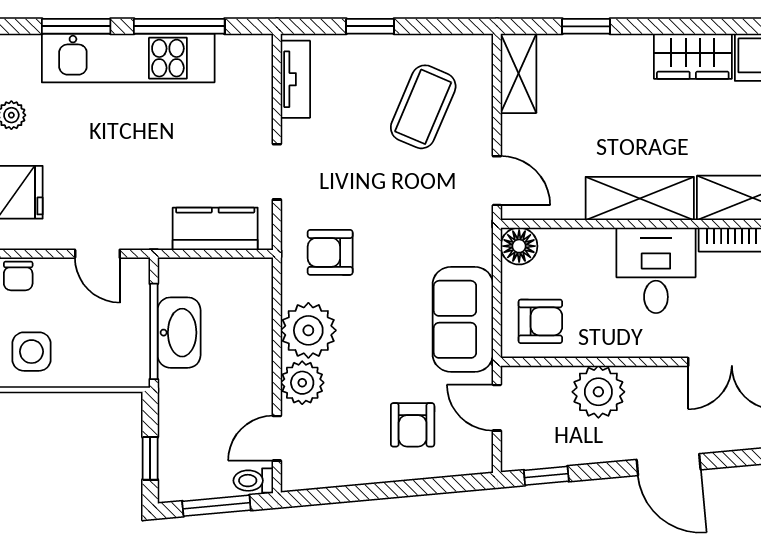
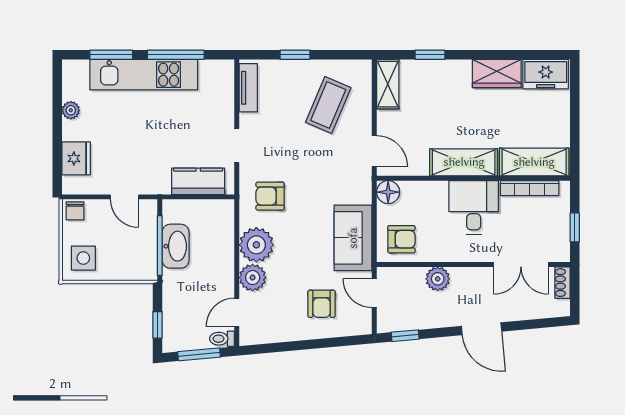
plant: (598, 392) -> (438, 279), width x0.73, depth x0.73

